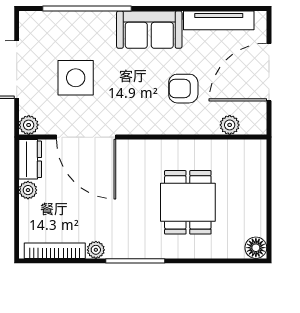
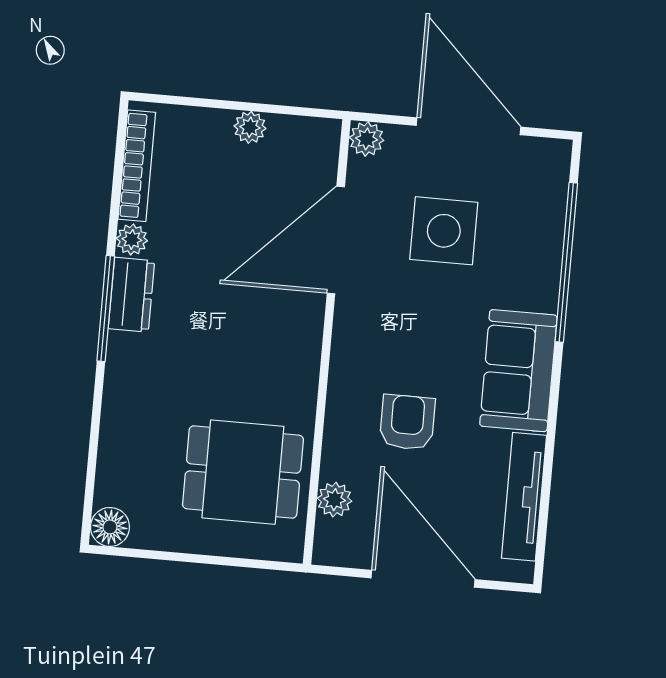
dresser: (30, 159) -> (131, 295), moved, turned -90
dining table: (188, 202) -> (243, 472), moved

